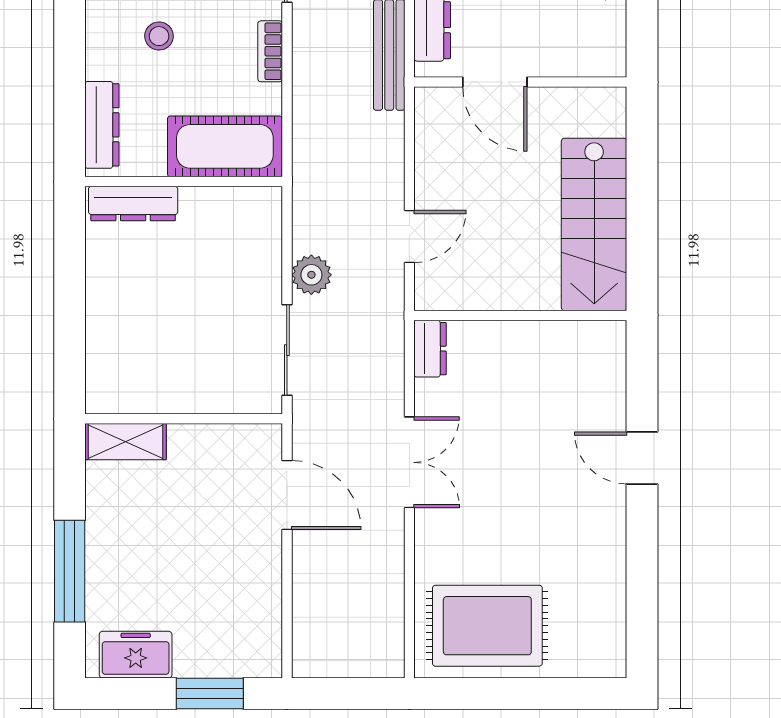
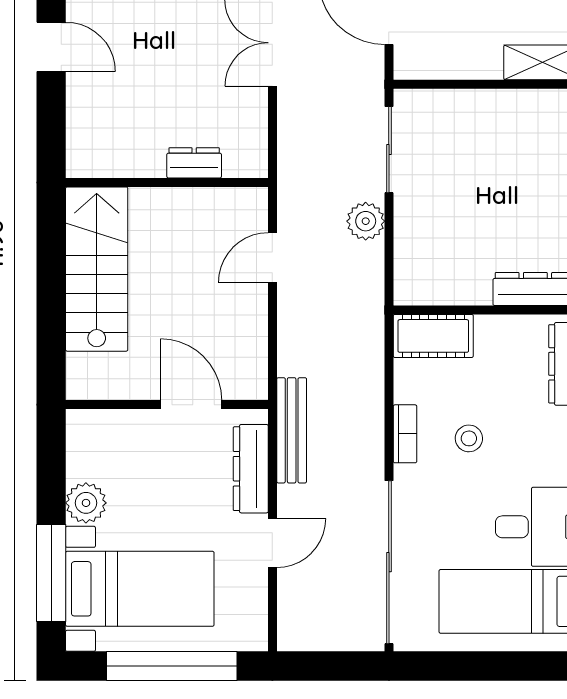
stool: (159, 36) -> (469, 438), moved
cot: (225, 146) -> (433, 336), width x0.73, depth x0.75
dresser: (430, 349) -> (194, 163), moved, turned 90

